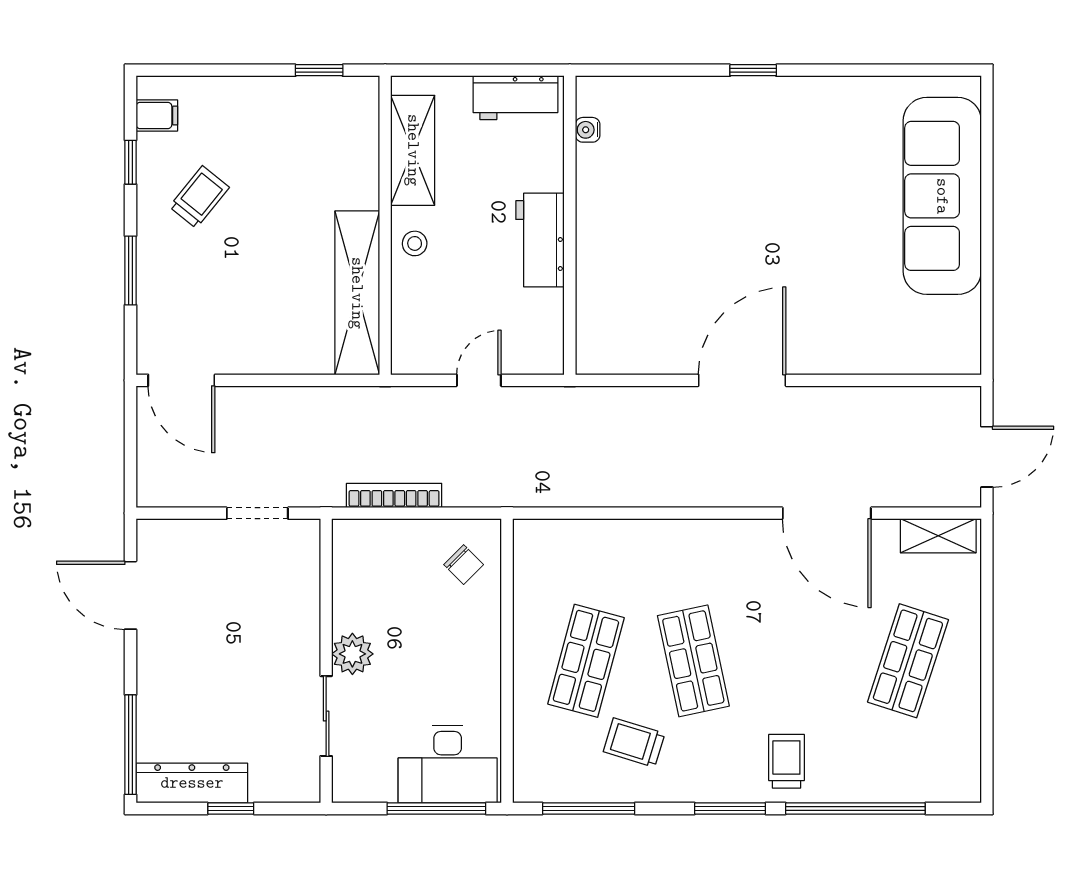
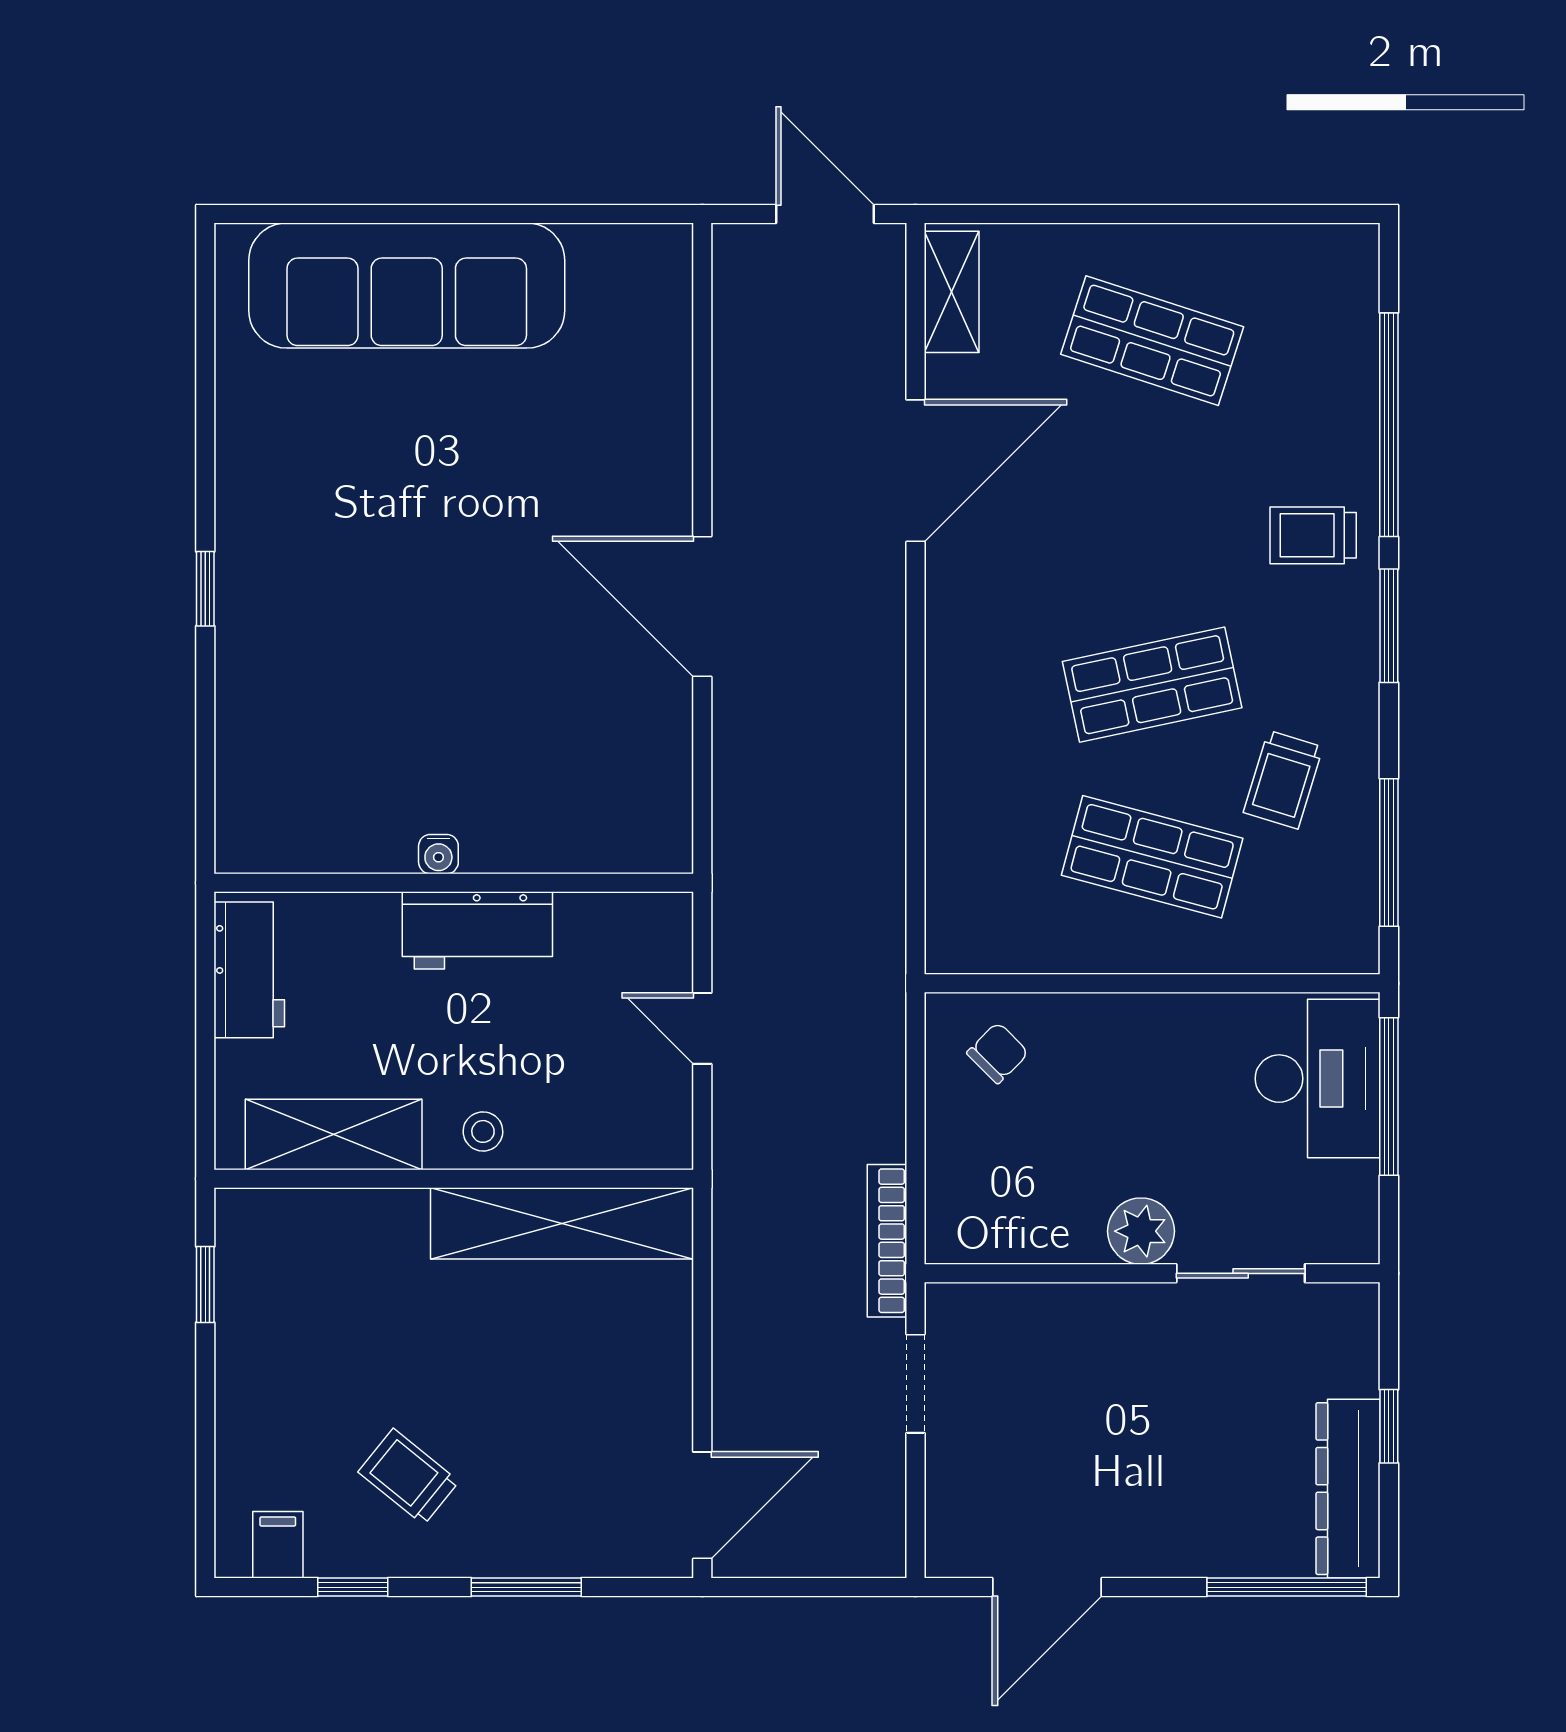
water cooler: (588, 130) -> (438, 854), moved
bookcase: (394, 495) -> (887, 1241), moved

